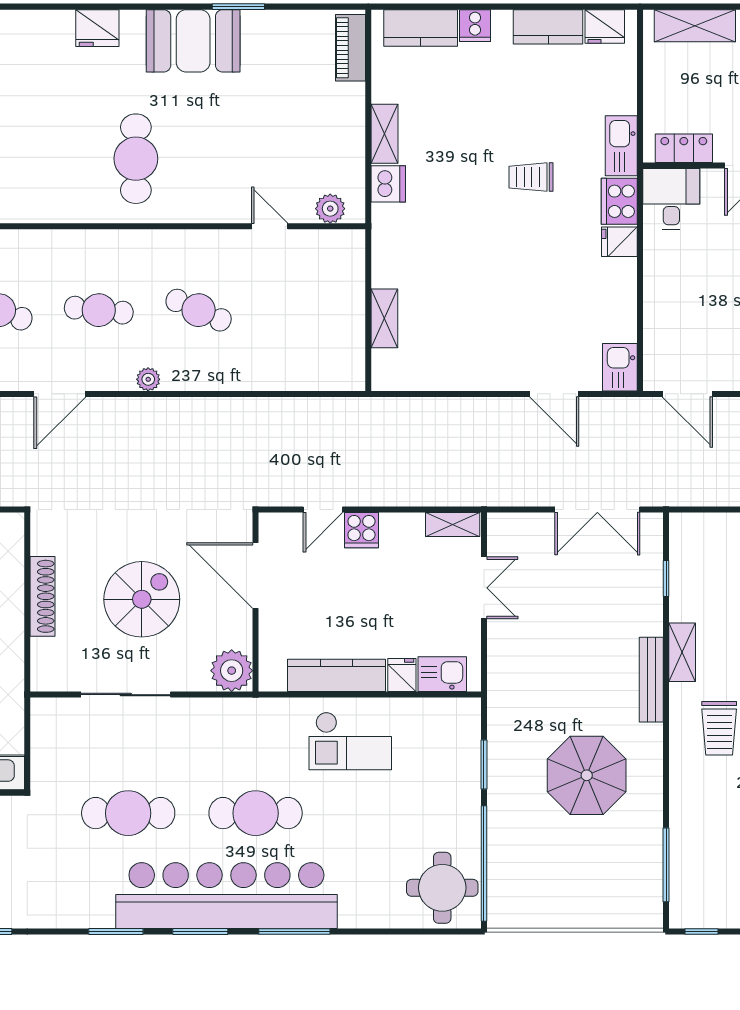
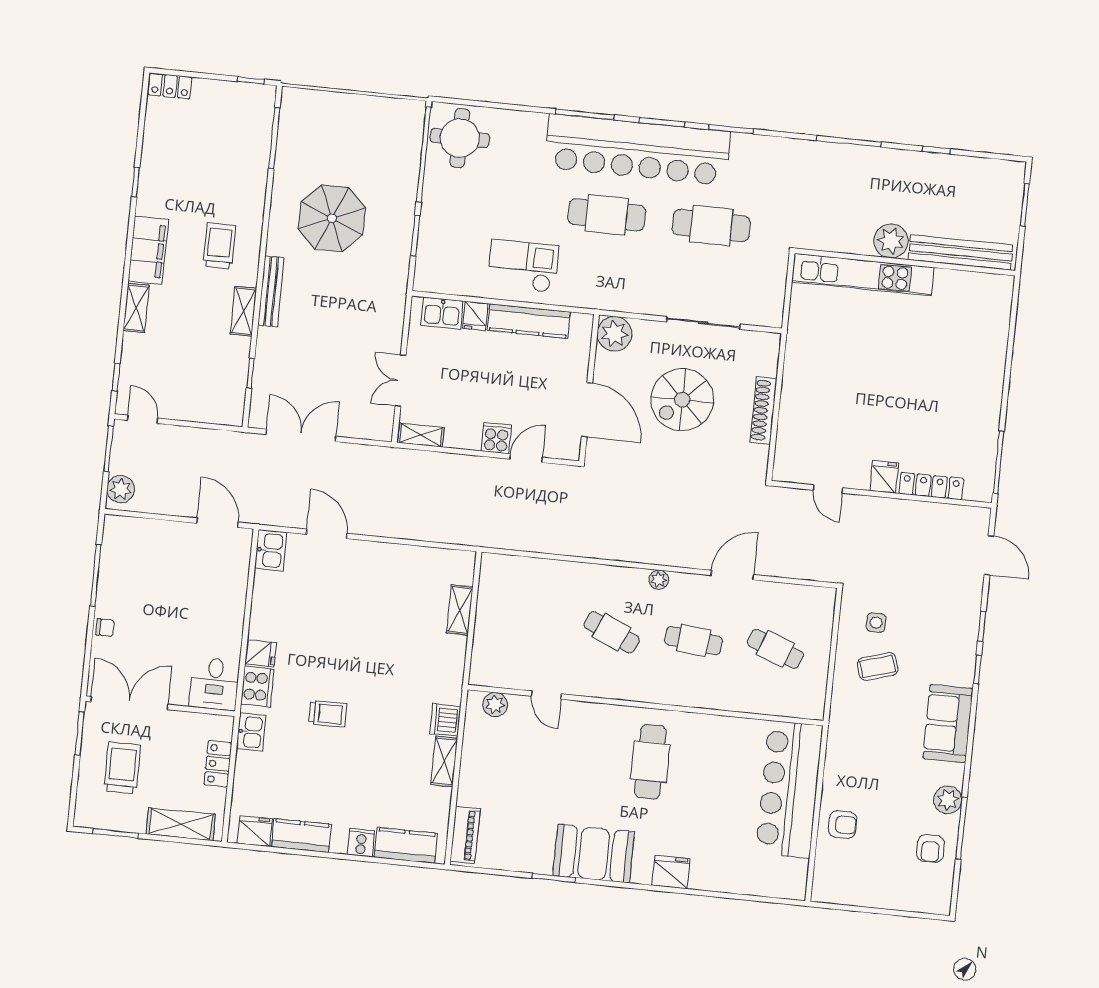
kitchen sink: (621, 146) -> (251, 732), width x0.73
locker: (684, 148) -> (218, 764), moved, turned 90

